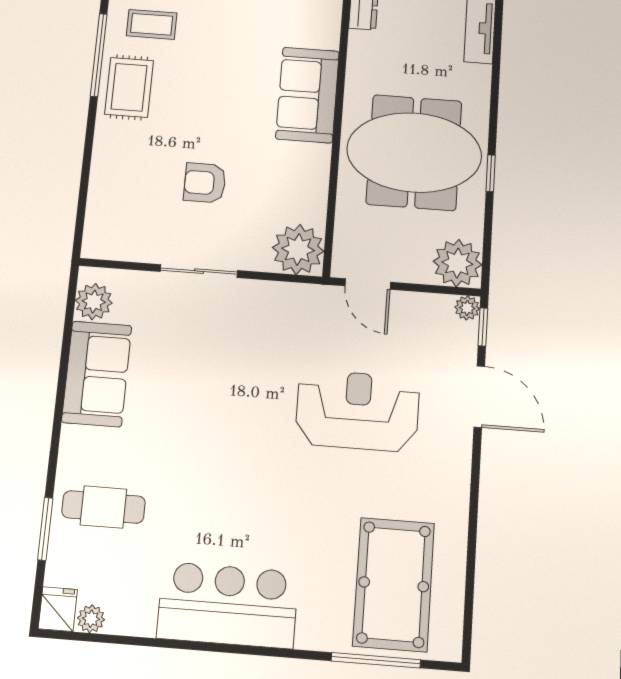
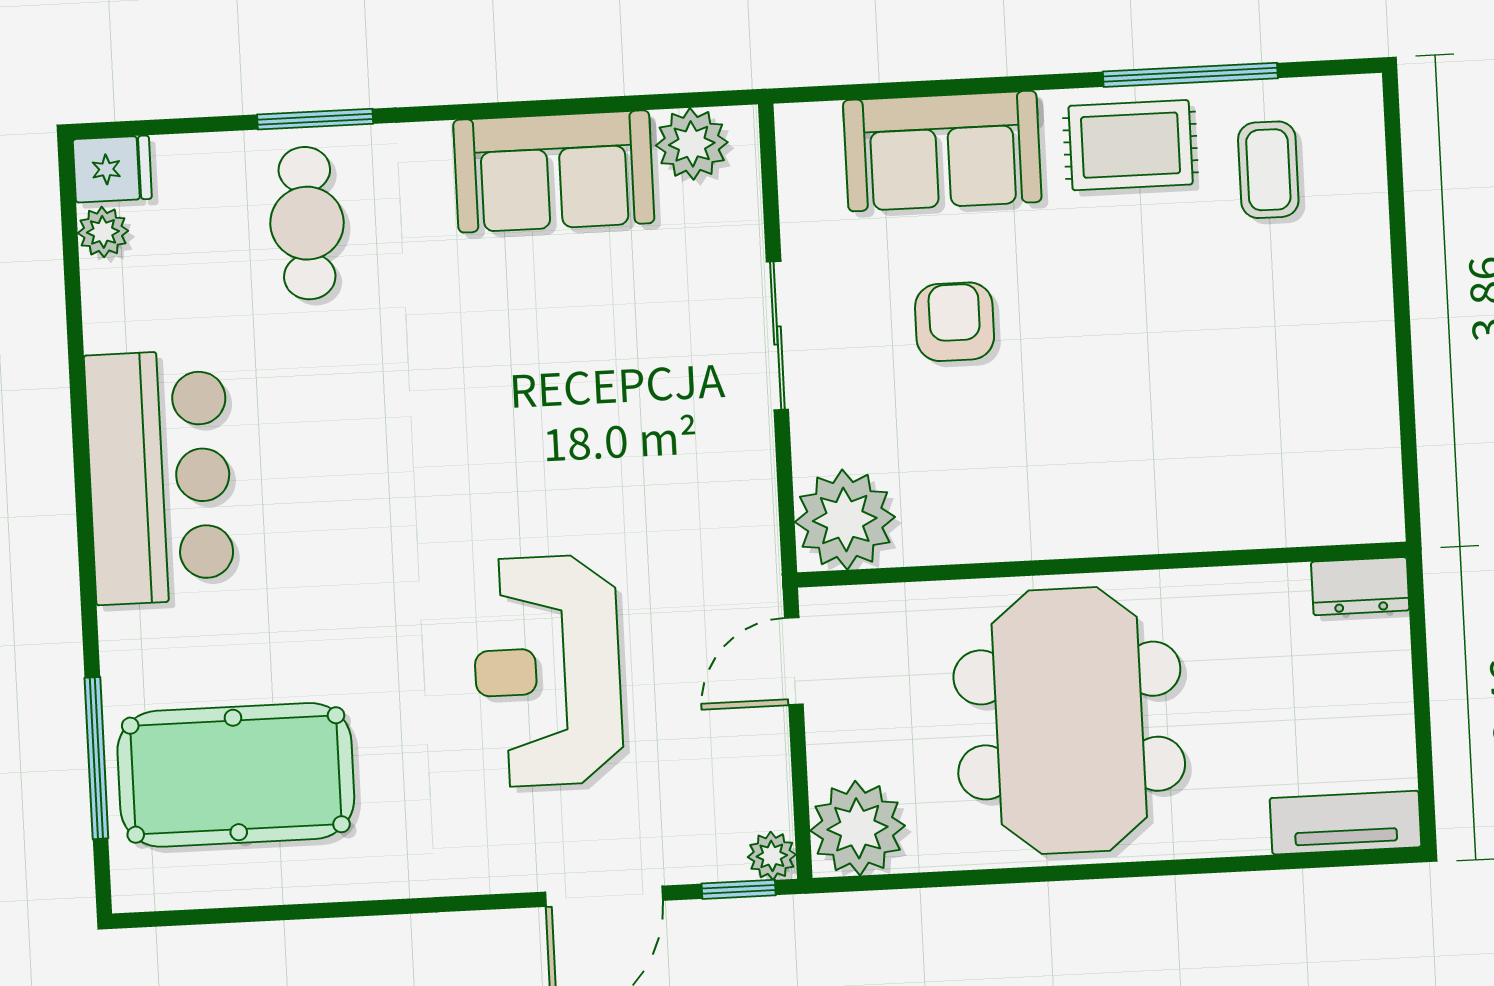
sofa: (308, 95) -> (942, 151), moved, turned 180
window: (491, 173) -> (1046, 874), removed
reception desk: (357, 411) -> (547, 671), turned 180
window: (45, 529) -> (315, 119), moved

